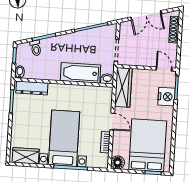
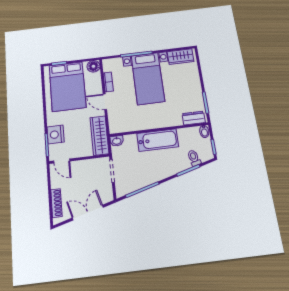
bathtub: (80, 73) -> (158, 140), moved
dresser: (32, 88) -> (194, 118), width x0.70

